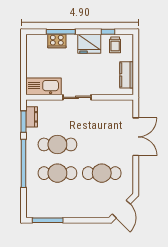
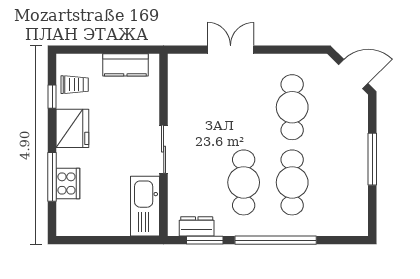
double door: (136, 137) -> (231, 50), width x0.73
window: (48, 220) -> (372, 159), moved

